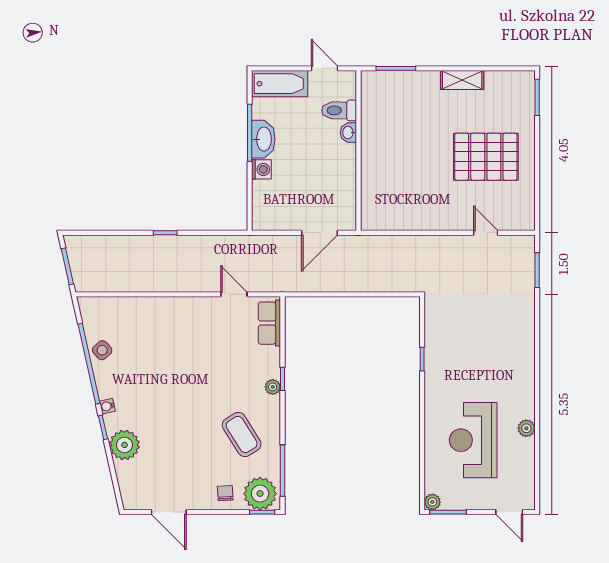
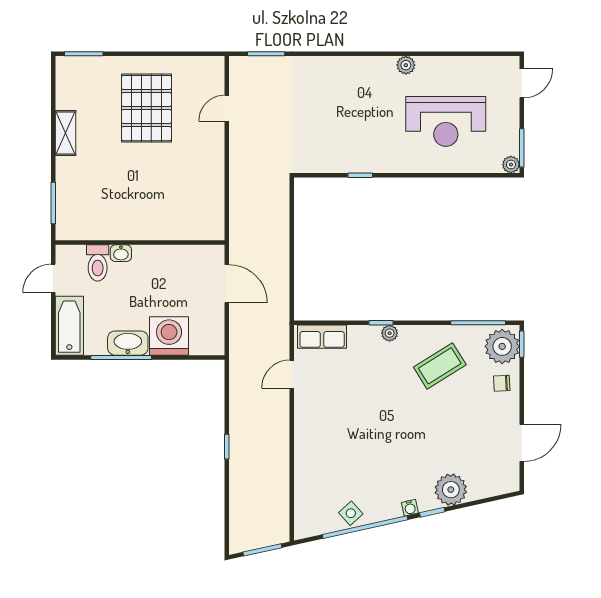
washing machine: (261, 169) -> (169, 336), width x1.89, depth x1.89
plant: (526, 428) -> (406, 65), moved

